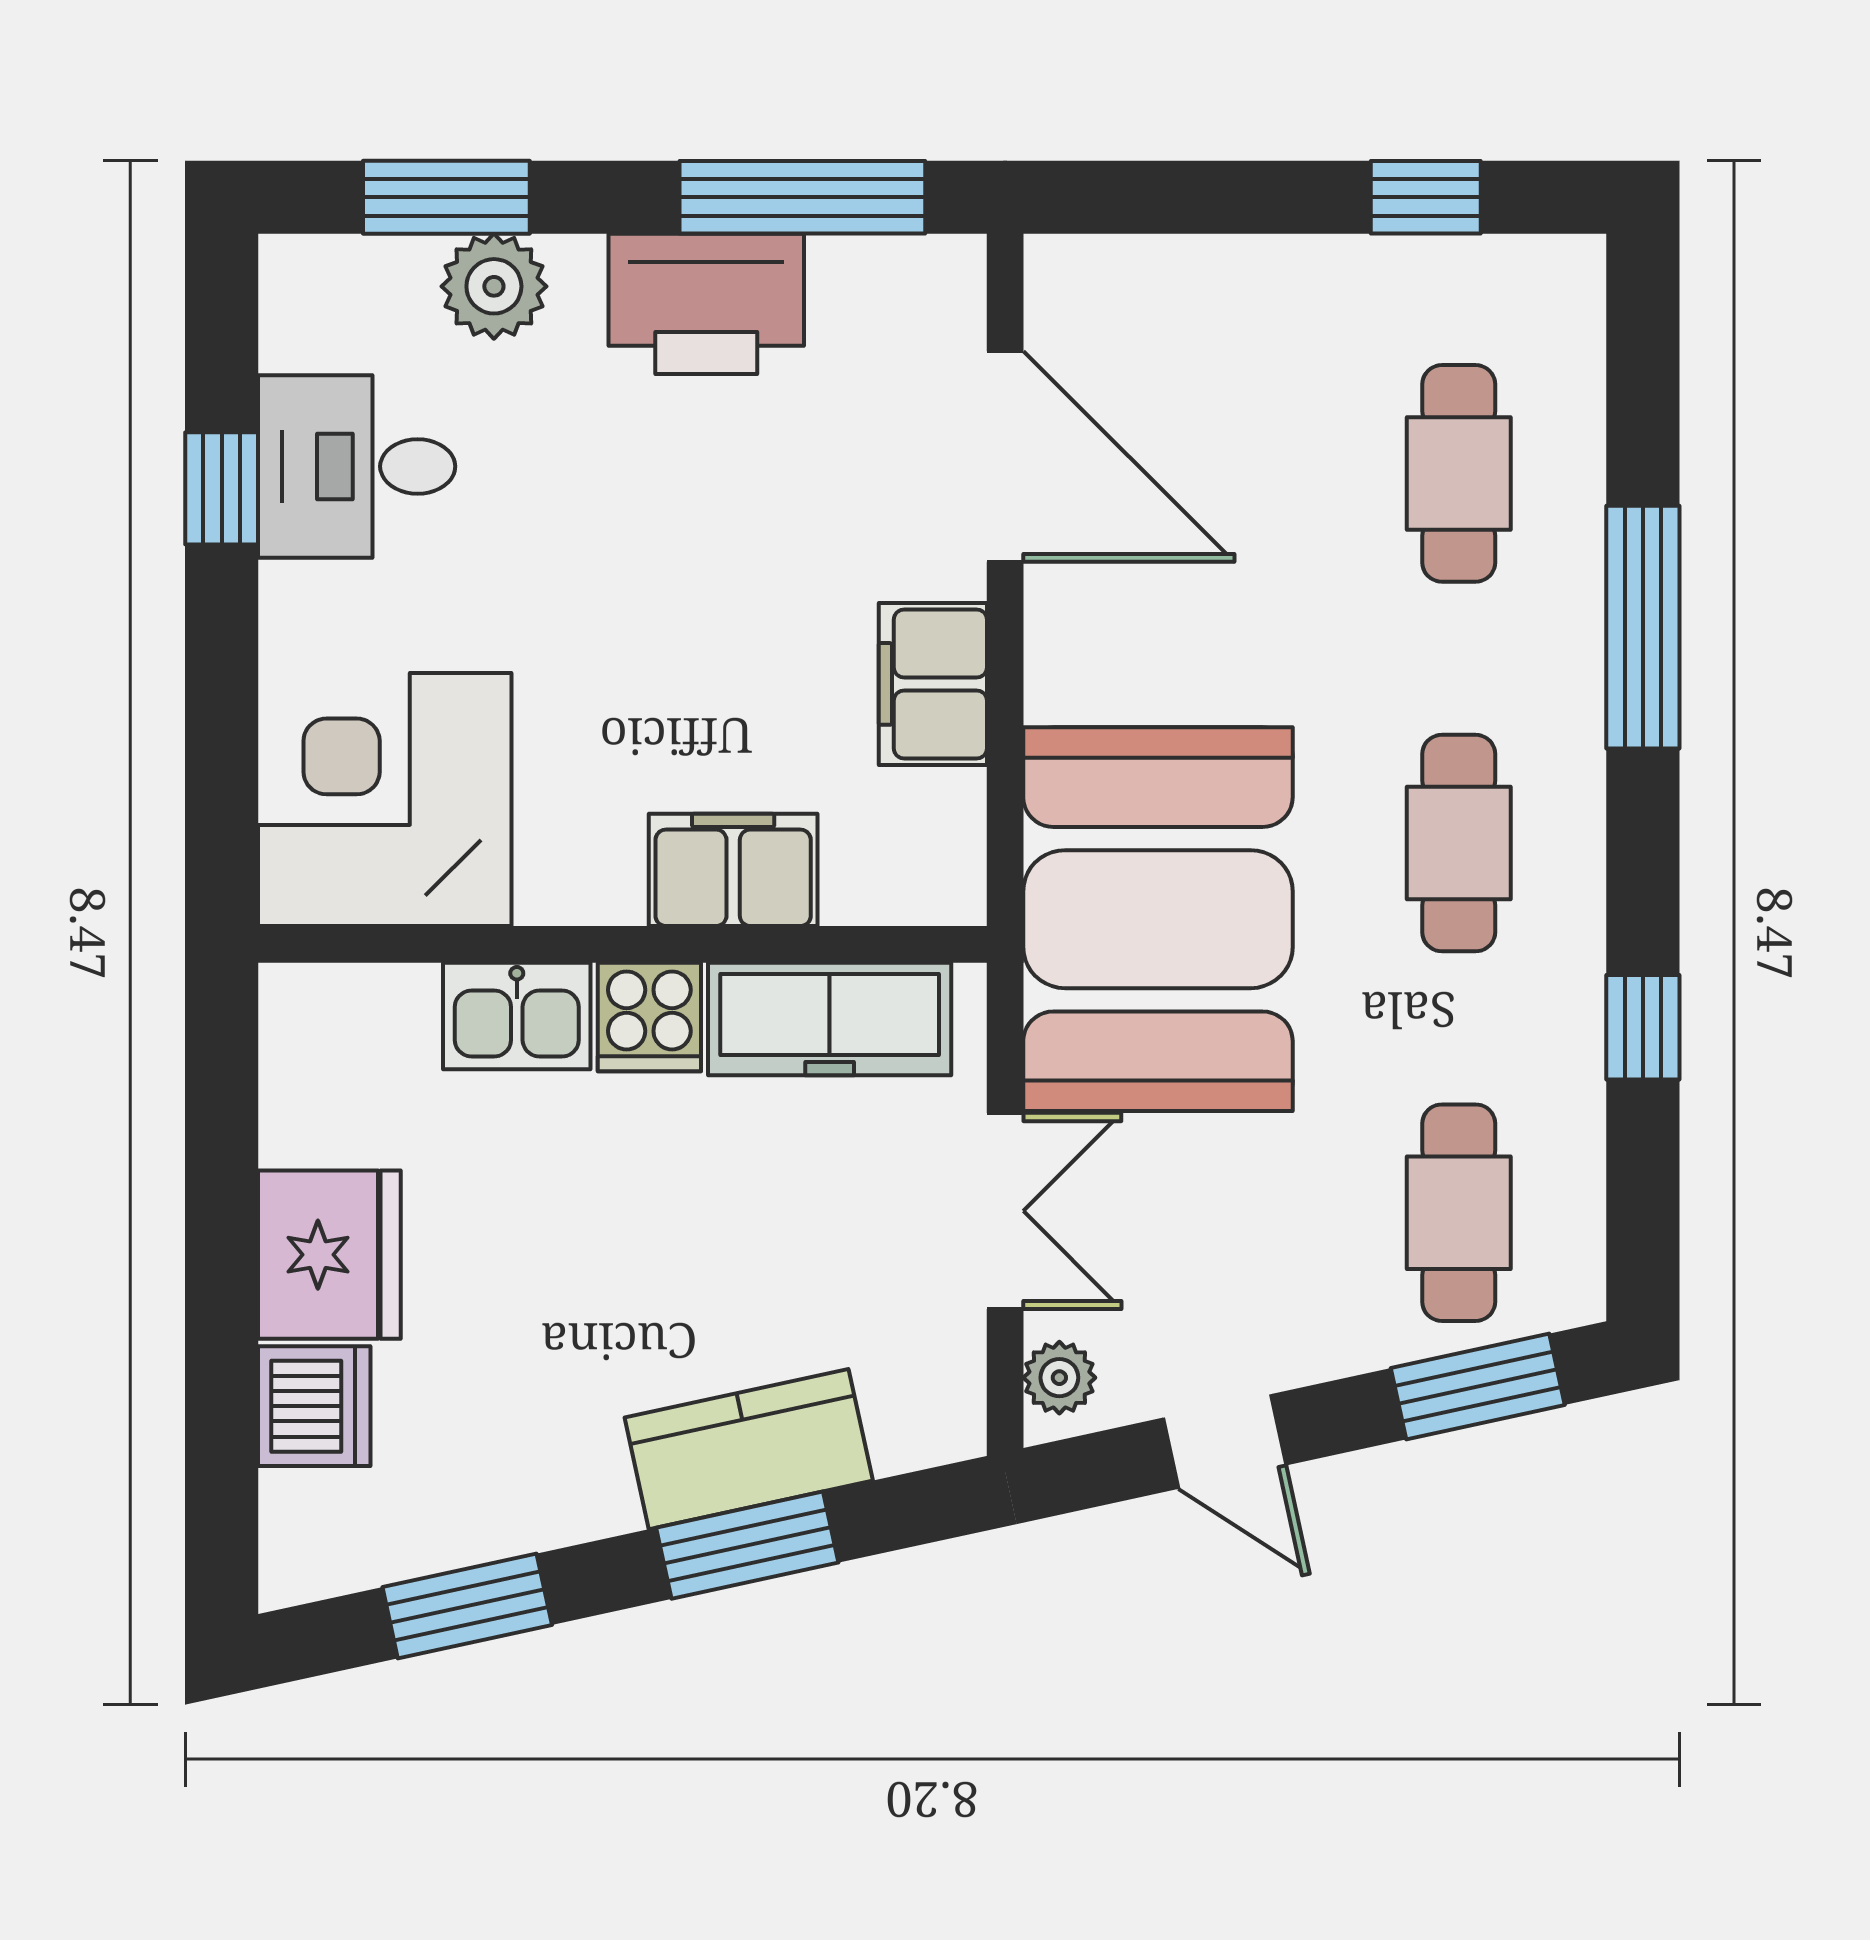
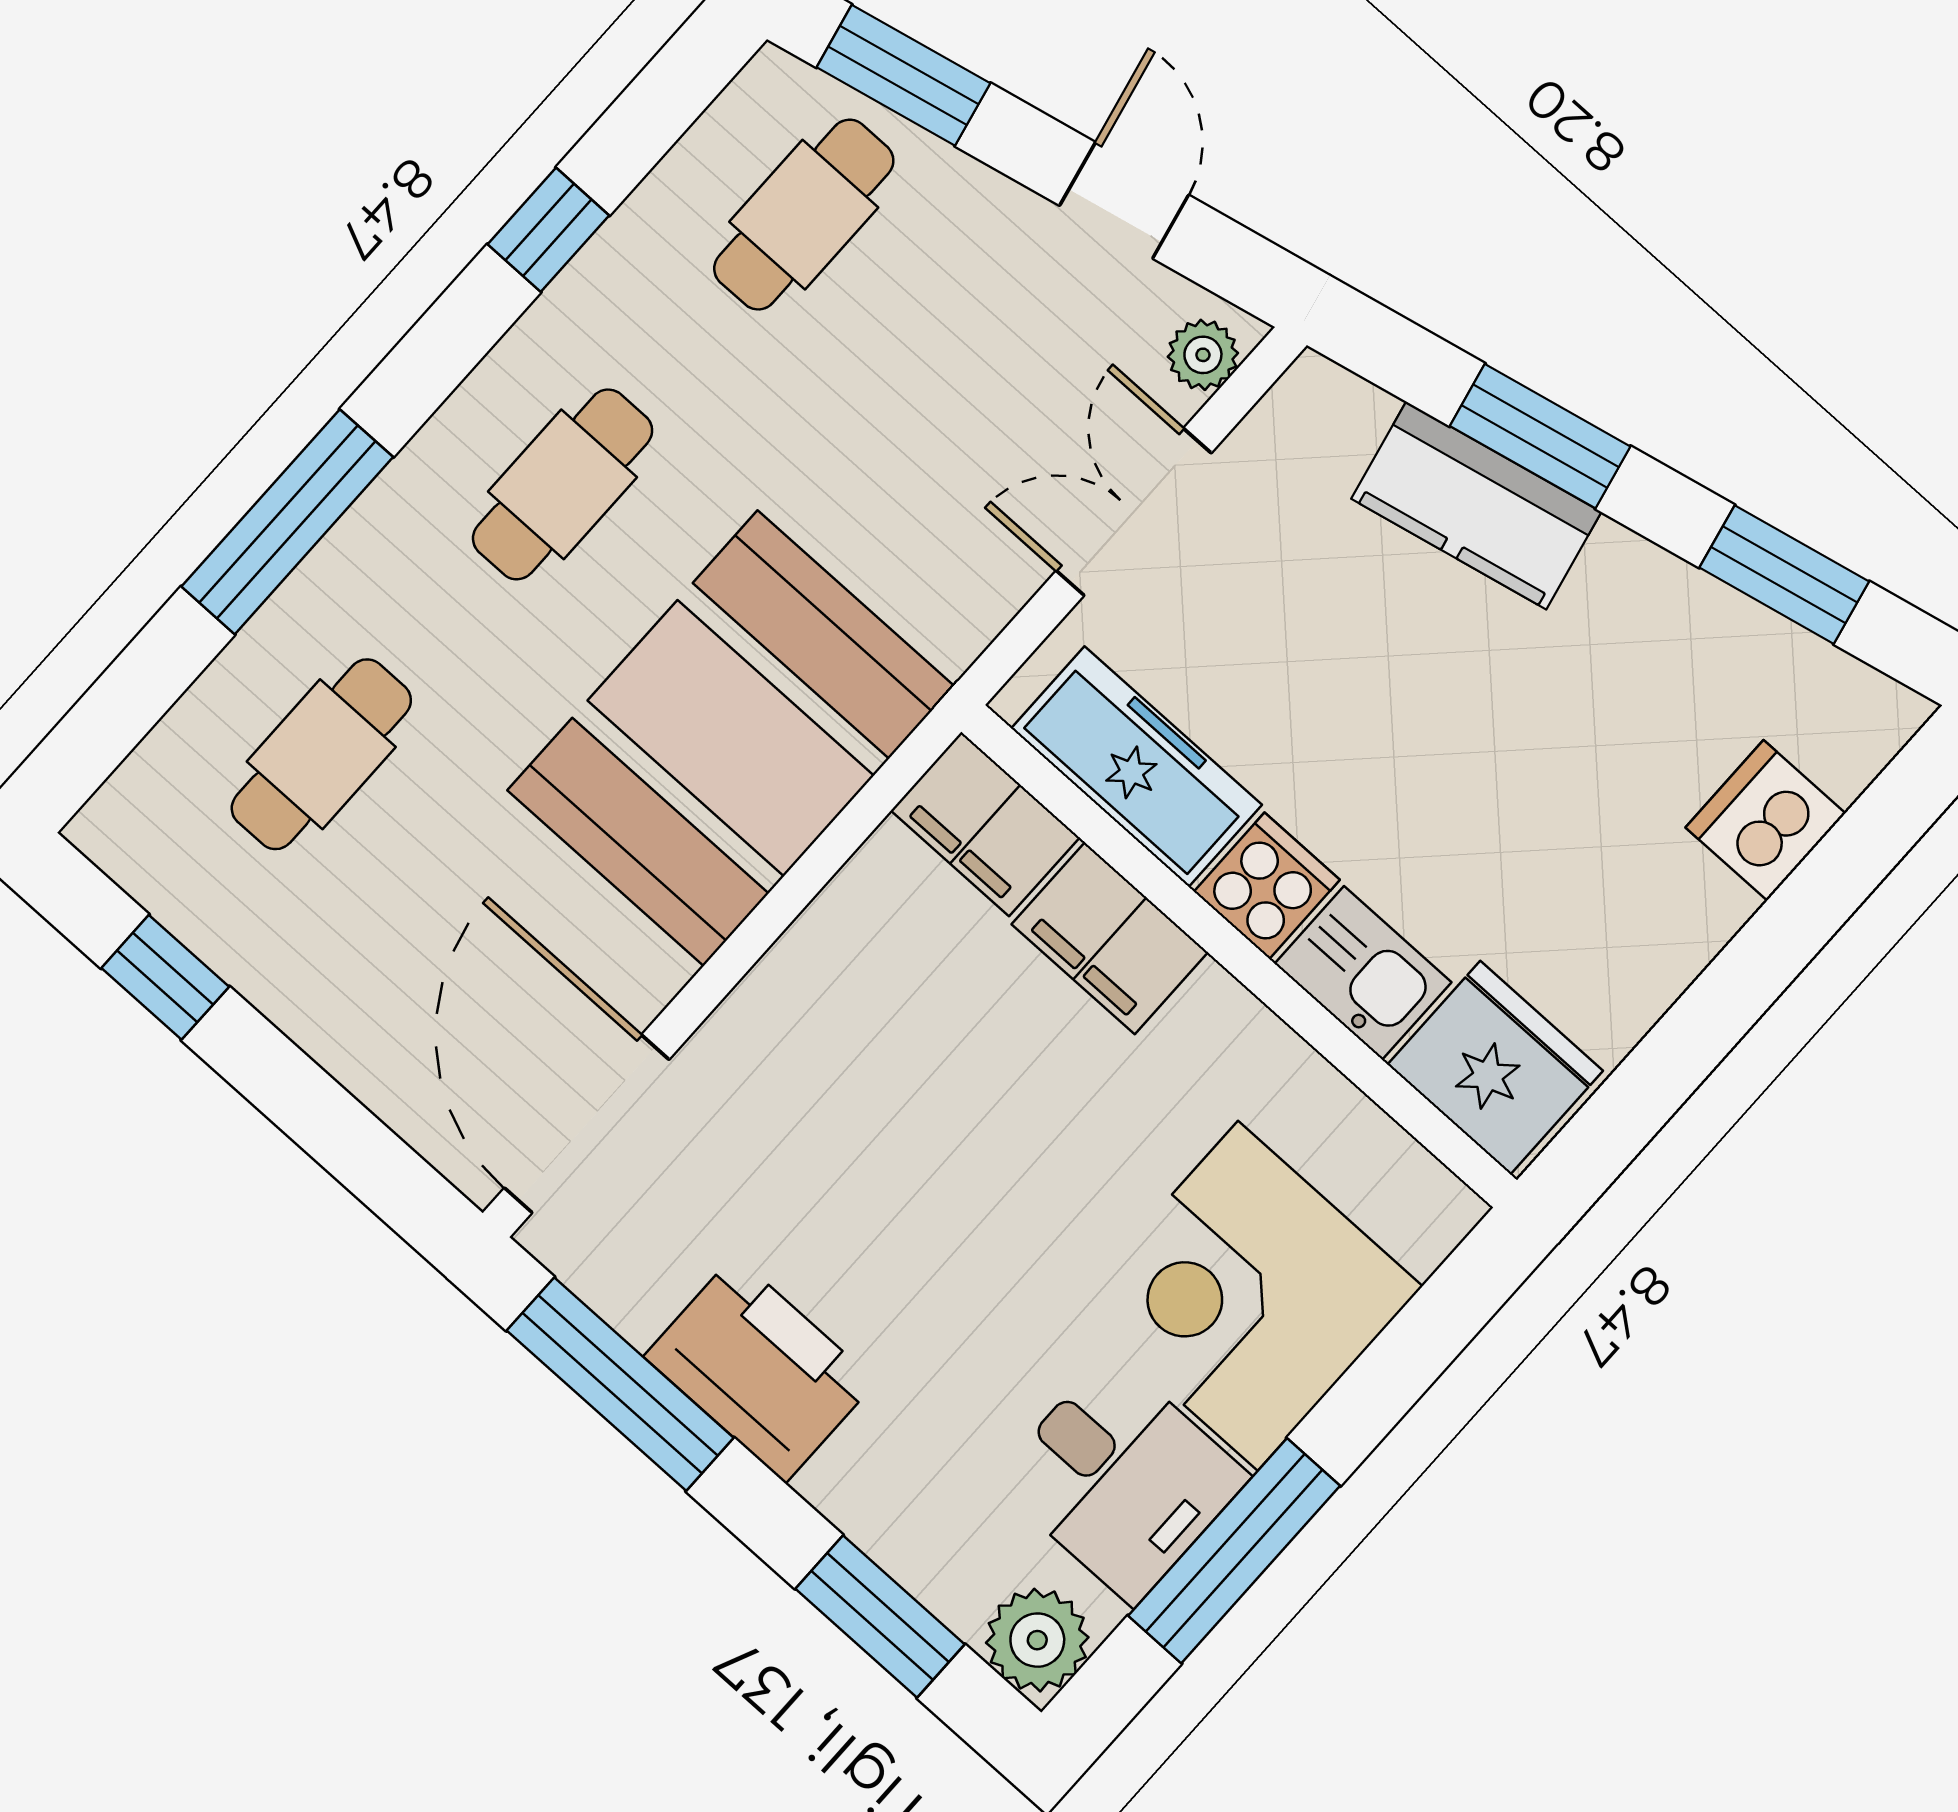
plant: (494, 286) -> (1037, 1640), moved
door: (1005, 456) -> (587, 1124), moved
window: (222, 488) -> (1234, 1551), width x2.17
filing cabinet: (933, 684) -> (985, 824), moved, turned 90
corner desk: (385, 799) -> (1248, 1296), moved, turned 90
booth: (1158, 919) -> (731, 738), moved
fridge: (329, 1255) -> (1495, 1068), moved, turned 90

